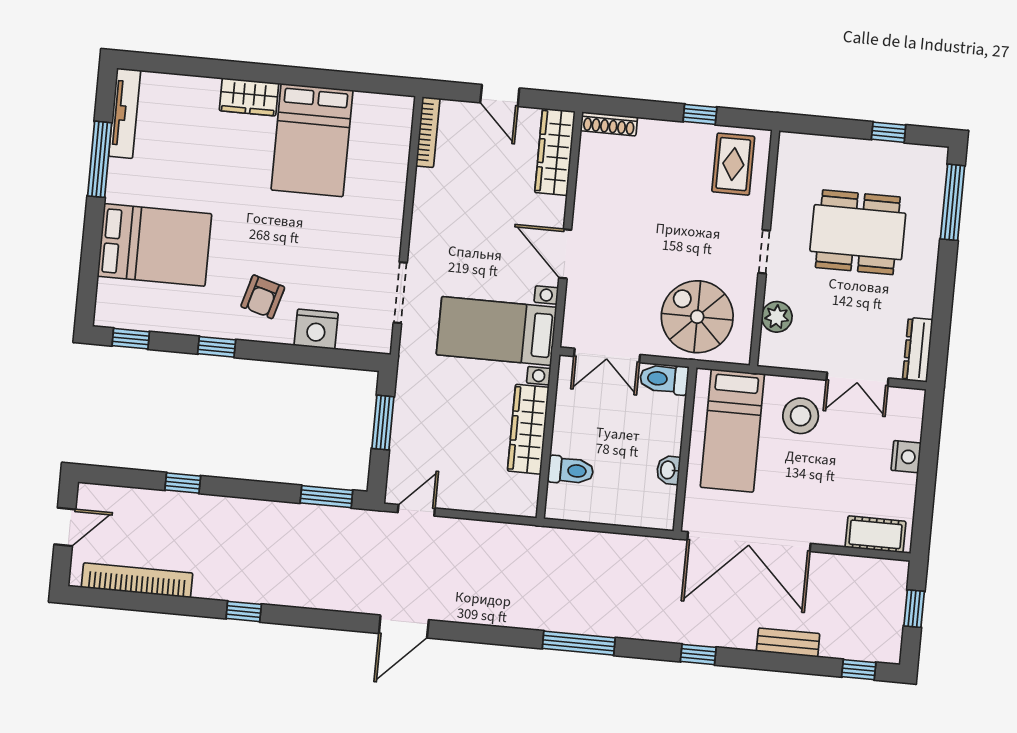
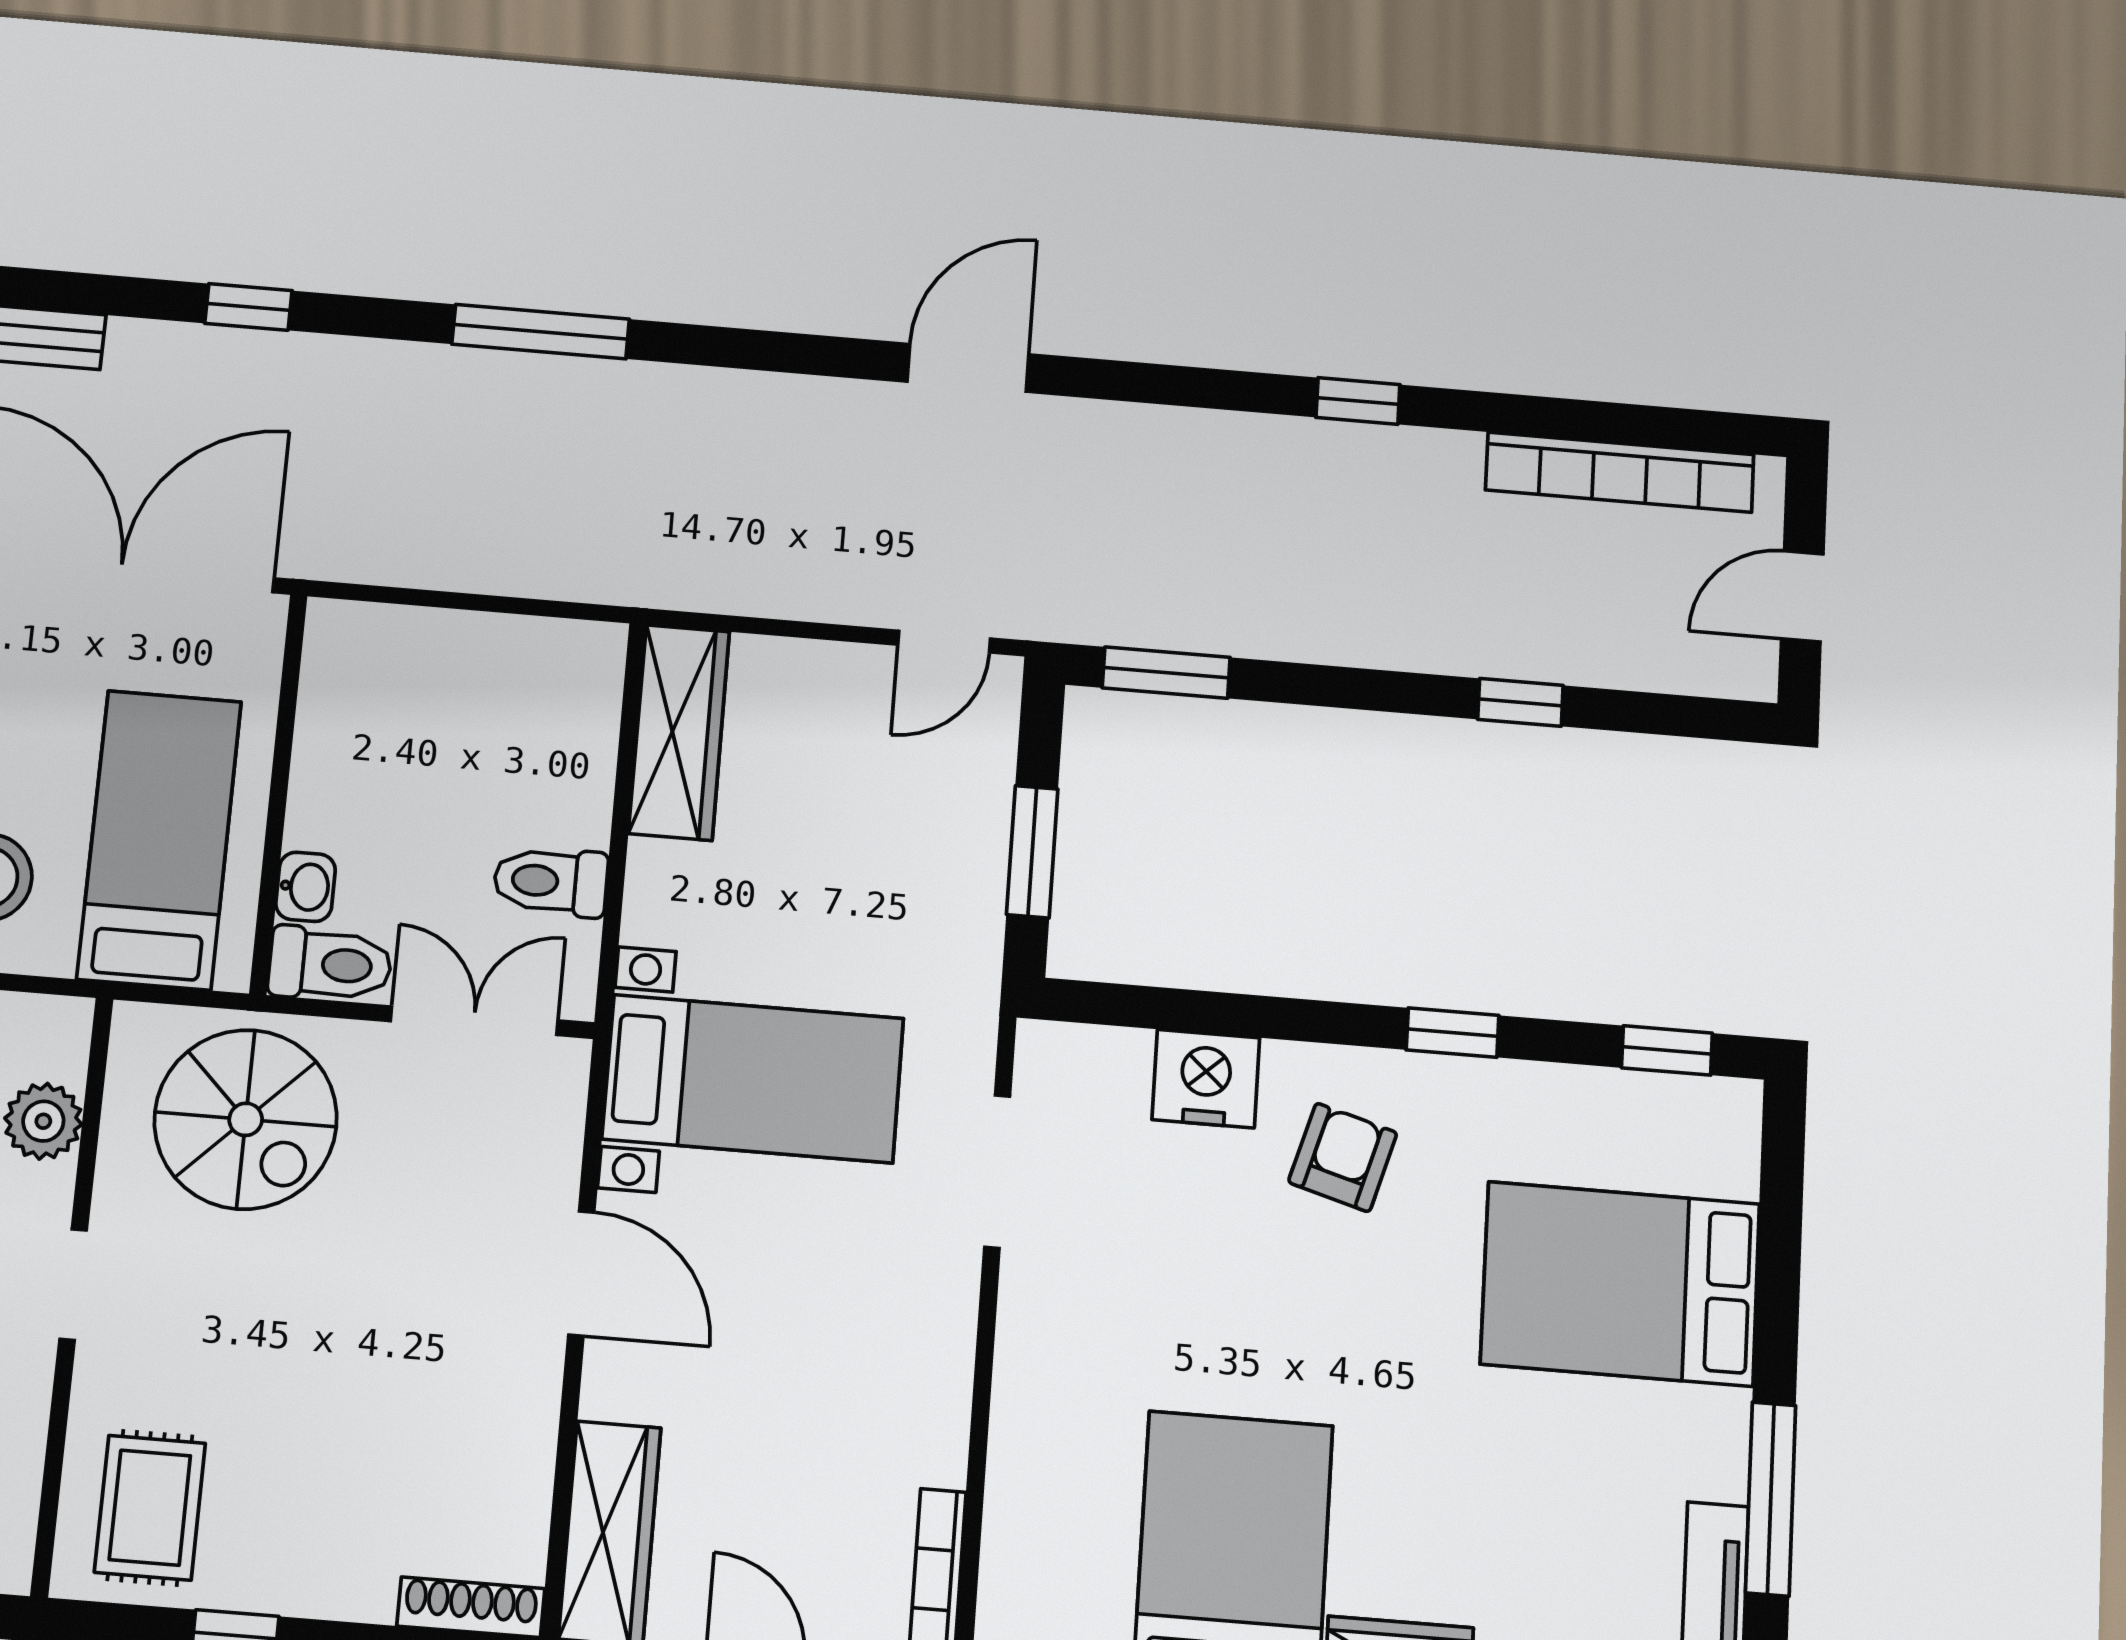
wardrobe: (528, 429) -> (679, 732), moved
toilet: (571, 470) -> (551, 882), moved
washbasin: (668, 470) -> (306, 887), moved

